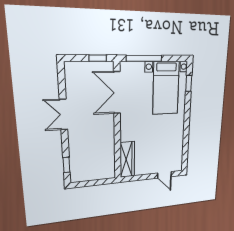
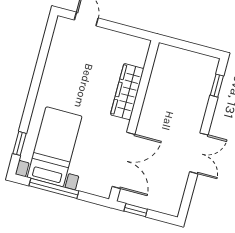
window: (144, 58) -> (54, 188), moved
wardrobe: (127, 159) -> (127, 92), moved

